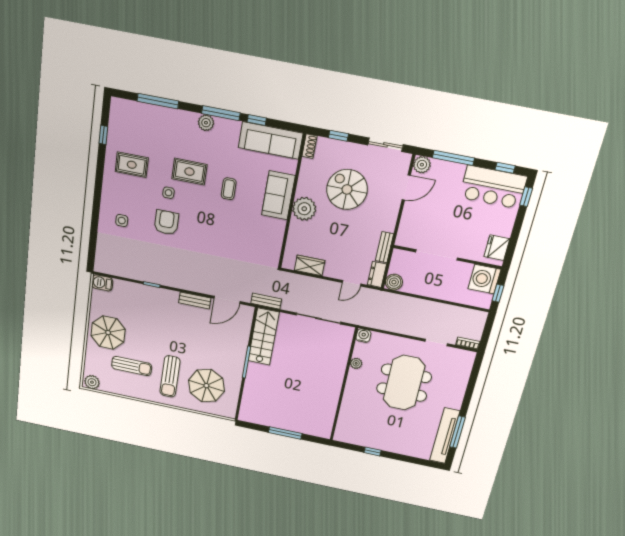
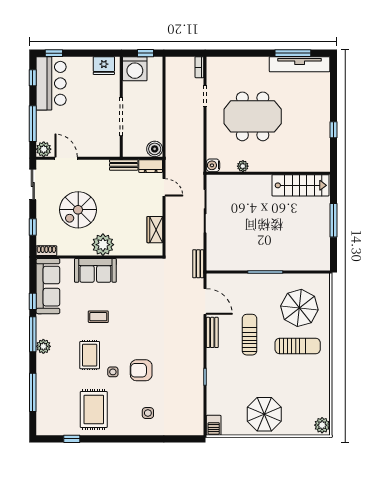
rug: (132, 165) -> (94, 410), width x1.36, depth x1.43
stairs: (264, 337) -> (301, 185), moved, turned 180
sun lounger: (132, 366) -> (249, 335), moved

